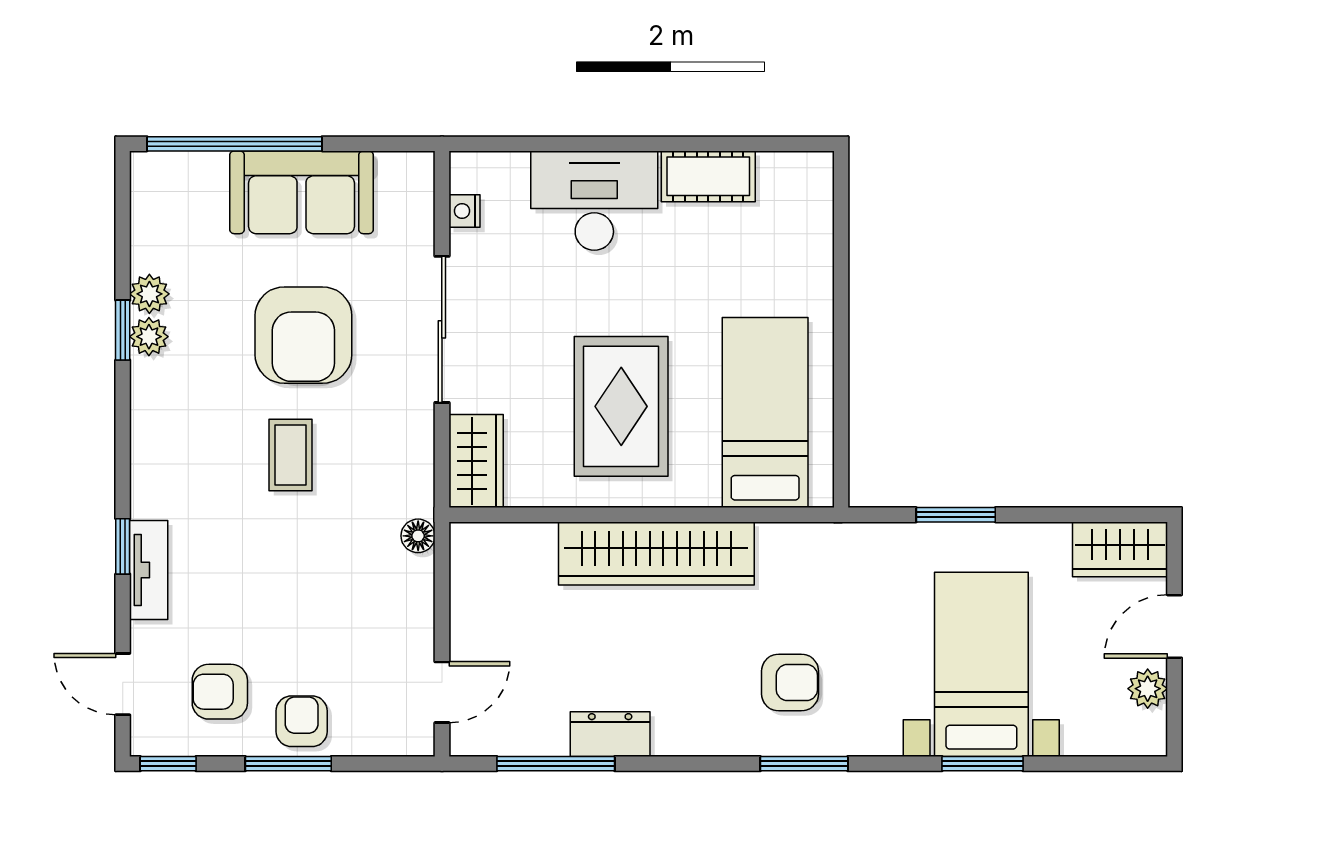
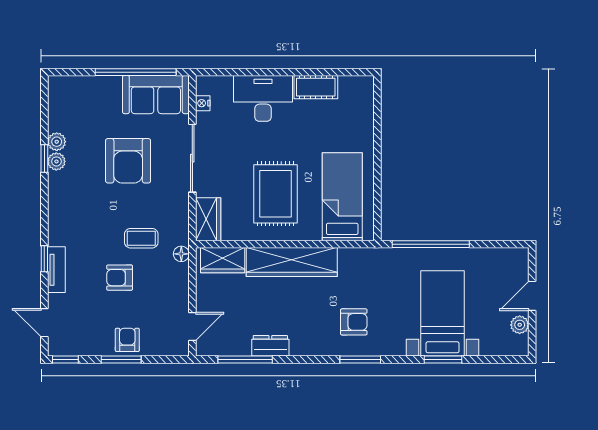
window: (234, 144) -> (136, 72), moved
sofa: (302, 192) -> (156, 95), moved
coffee table: (291, 455) -> (141, 238), moved, turned 90
window: (956, 515) -> (431, 244), width x2.11
wardrobe: (1120, 549) -> (223, 260), moved
armchair: (220, 692) -> (120, 278), moved

